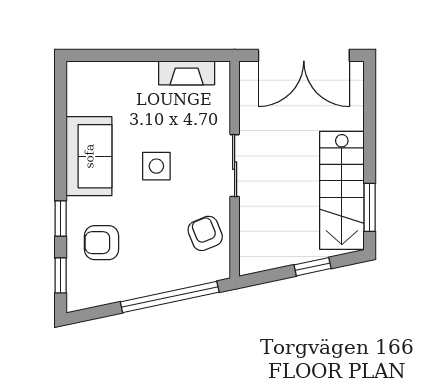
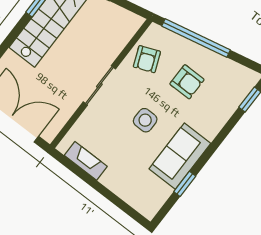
window: (61, 218) -> (185, 184), moved
armchair: (102, 243) -> (187, 82), moved

